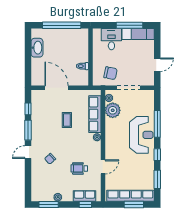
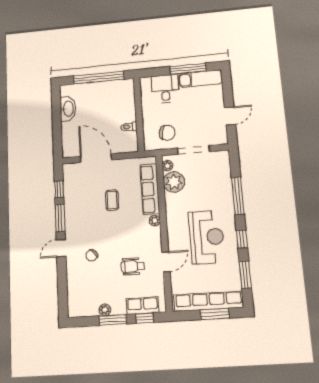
reception desk: (141, 135) -> (207, 237), moved
window: (49, 204) -> (113, 320), moved

